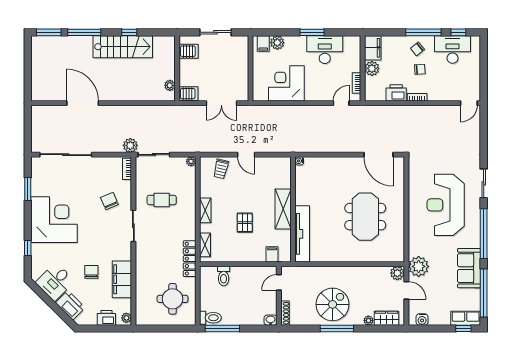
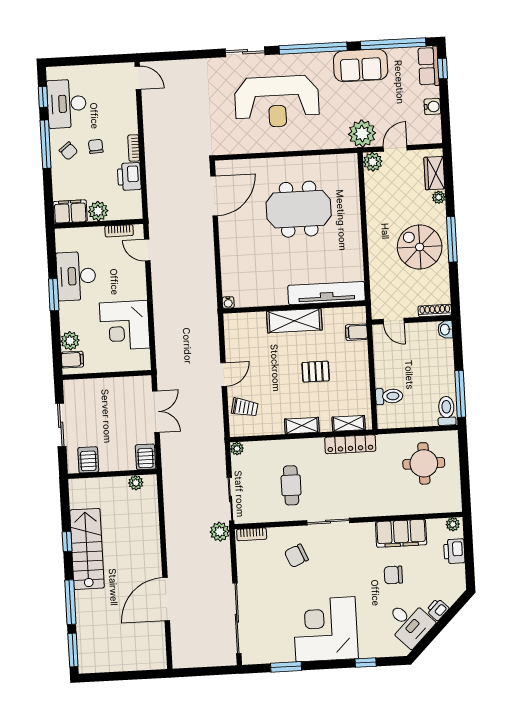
locker: (190, 259) -> (350, 444), moved
printer: (70, 305) -> (438, 609), width x0.53, depth x0.68
water cooler: (422, 319) -> (432, 107), moved

